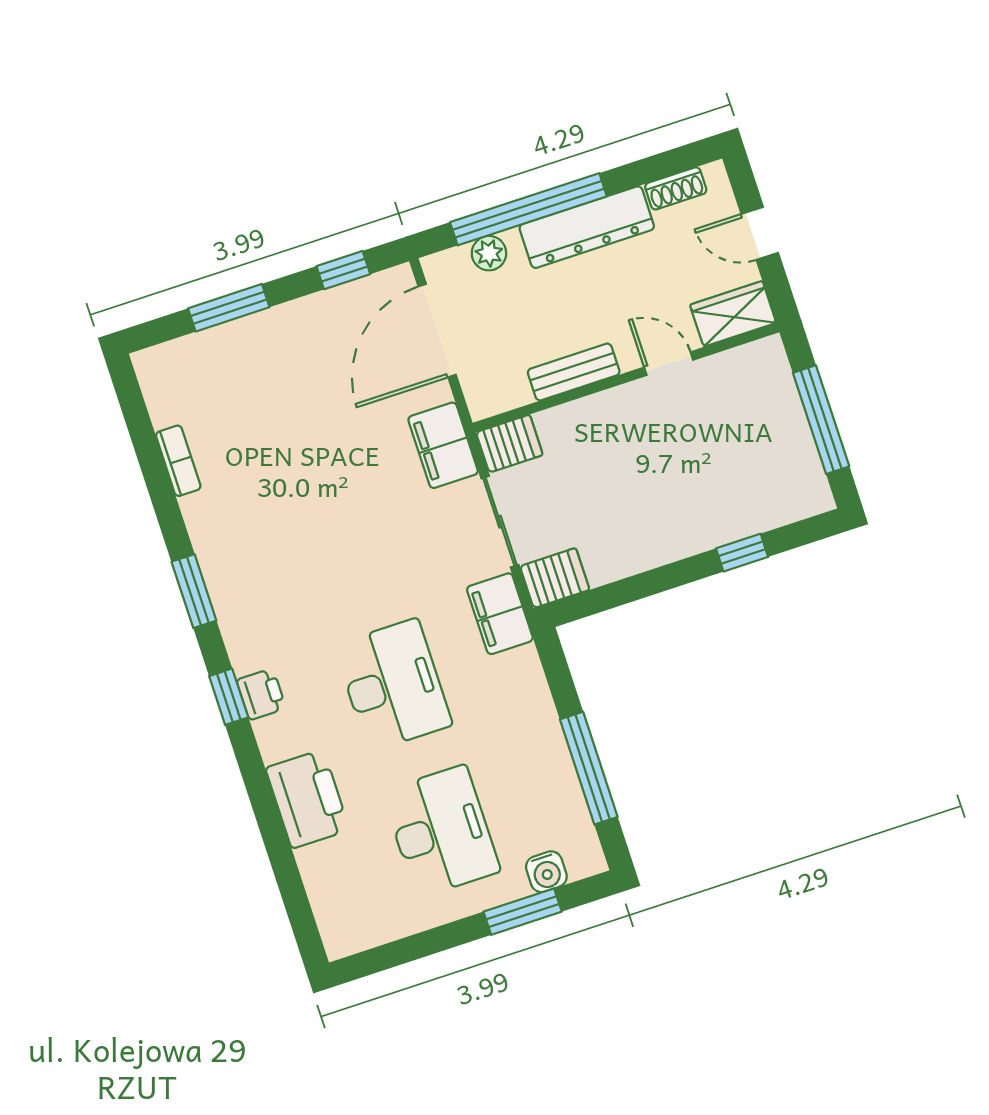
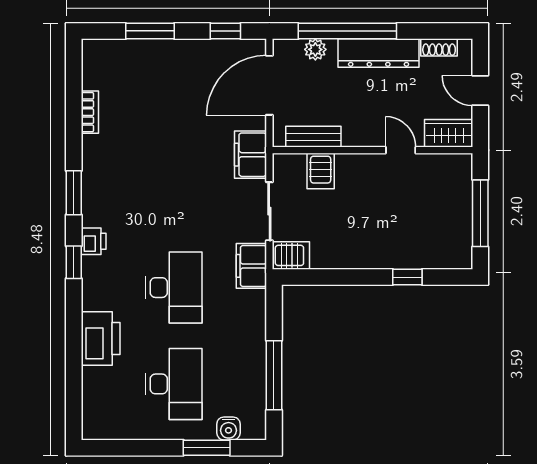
bench: (574, 372) -> (313, 137), moved
server rack: (509, 444) -> (321, 171), moved, turned 90
printer: (261, 694) -> (94, 241), moved

